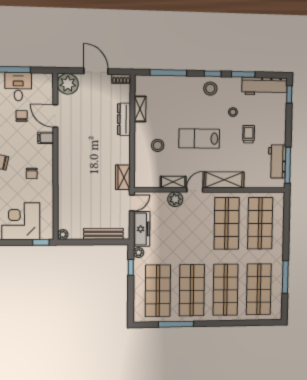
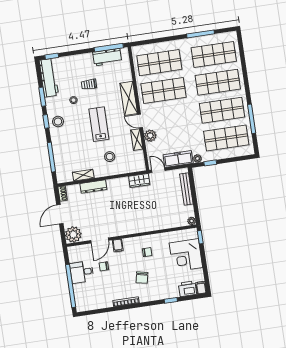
lab bench: (199, 139) -> (99, 124), turned 180

